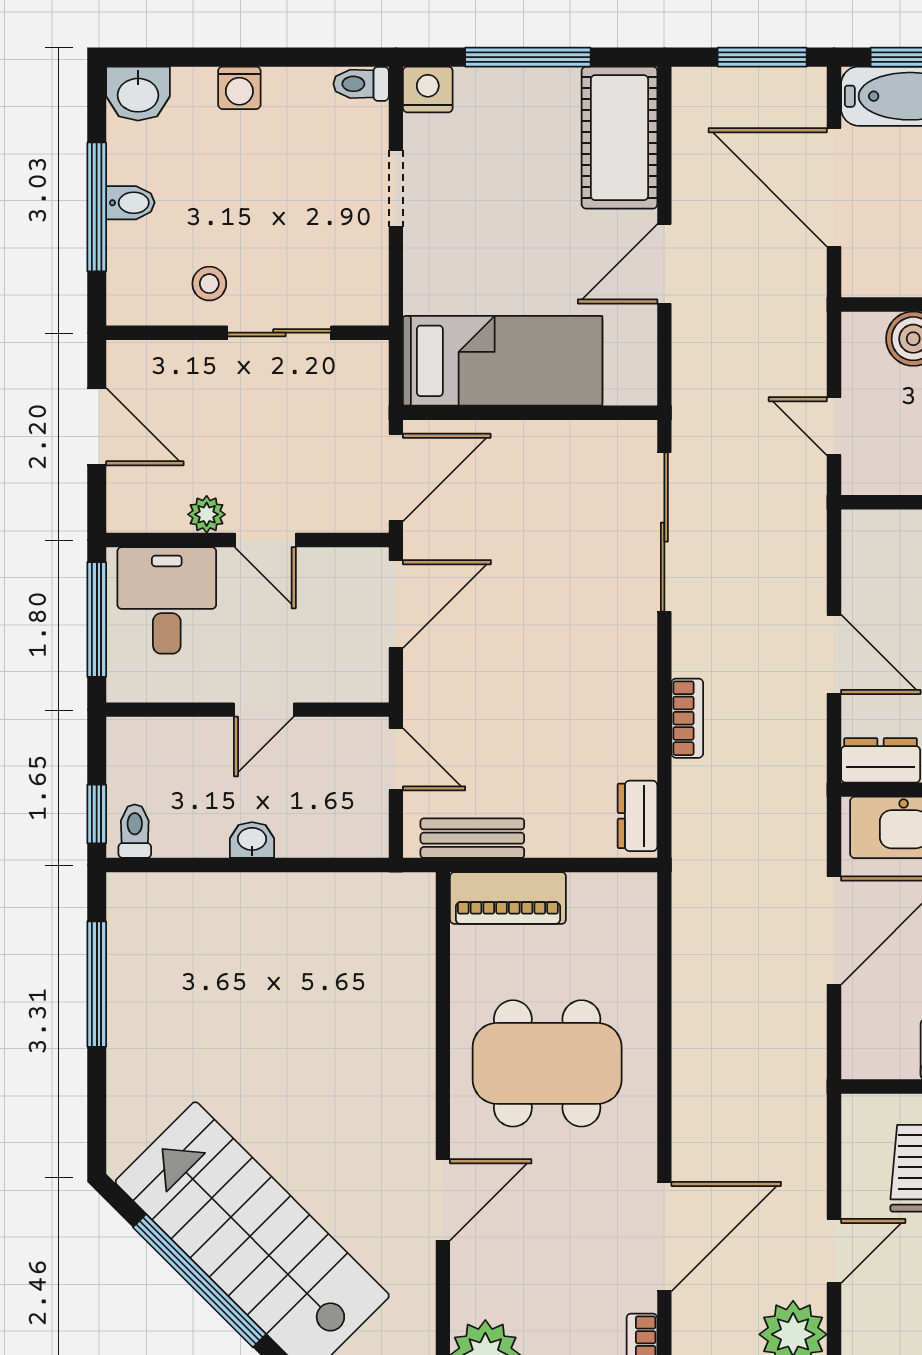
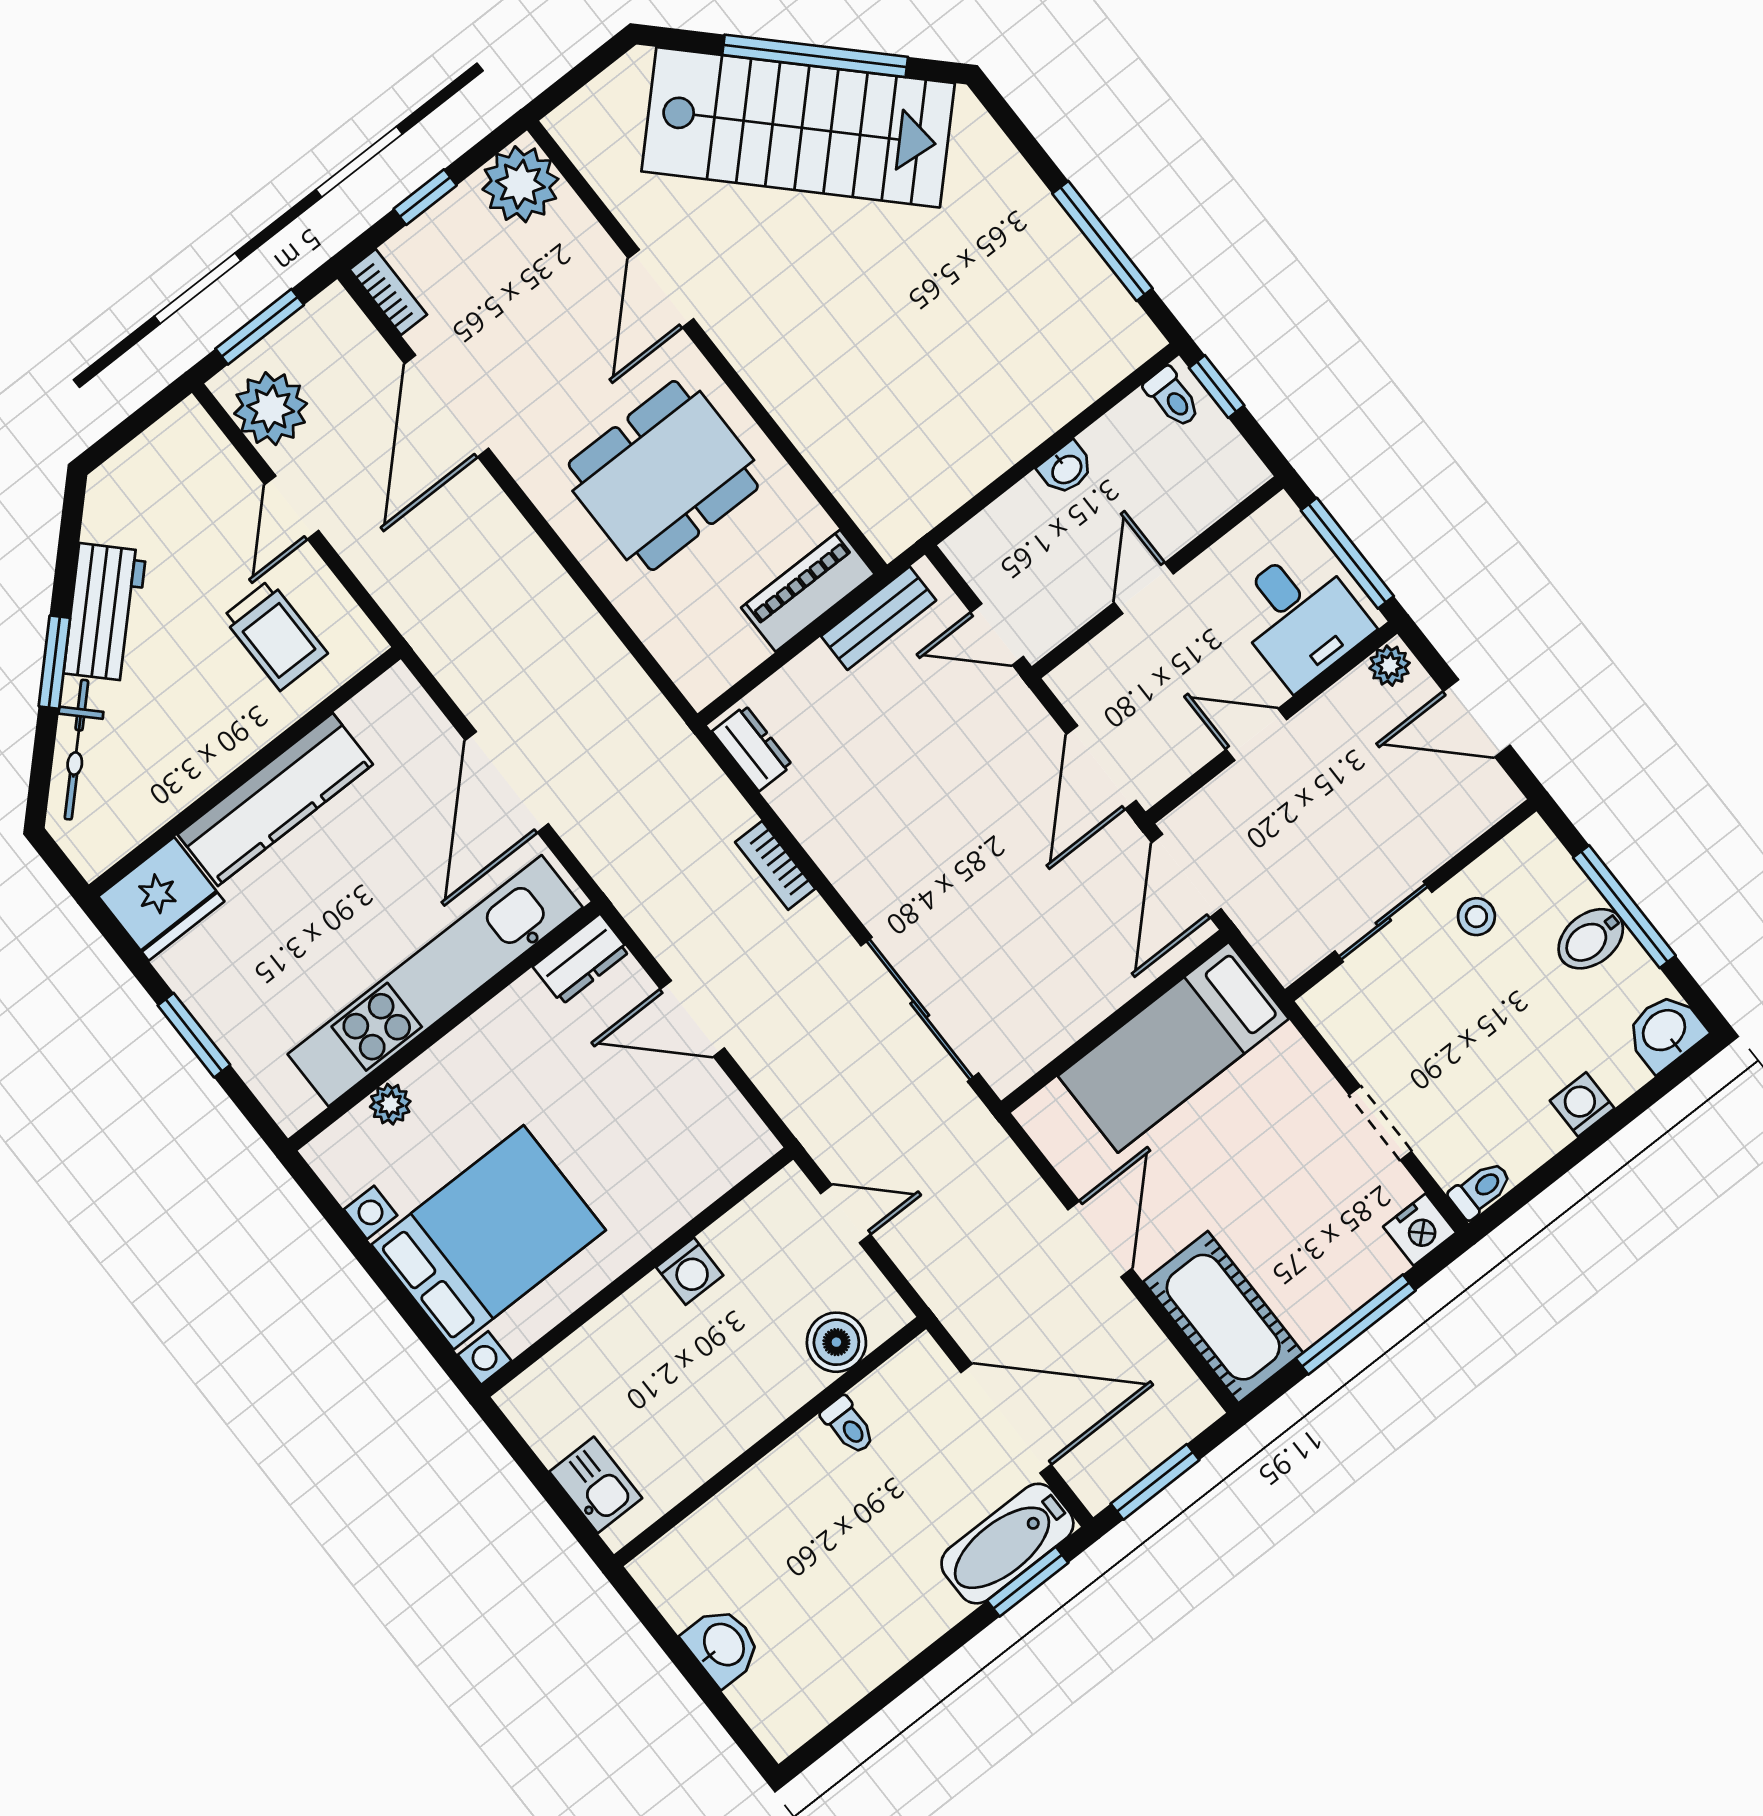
bidet: (130, 203) -> (1591, 939), width x1.38, depth x1.36
plant: (207, 514) -> (1390, 666), moved

